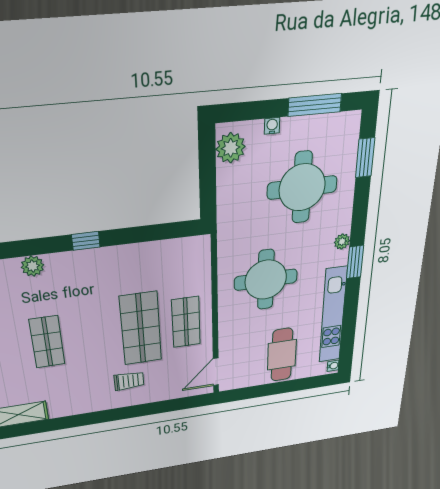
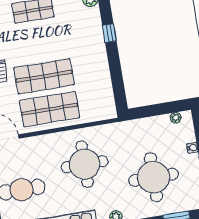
plant: (231, 148) -> (176, 118), width x0.53, depth x0.53
shop shelf: (186, 322) -> (50, 109), width x1.43, depth x1.36

